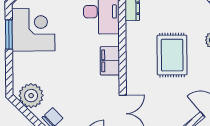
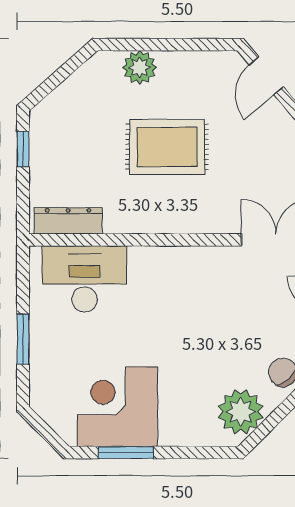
filing cabinet: (110, 61) -> (177, 264), removed

